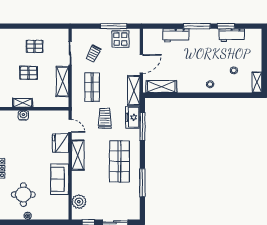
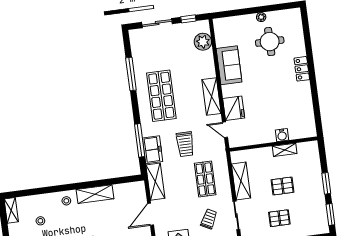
shelving: (161, 87) -> (95, 194), moved

